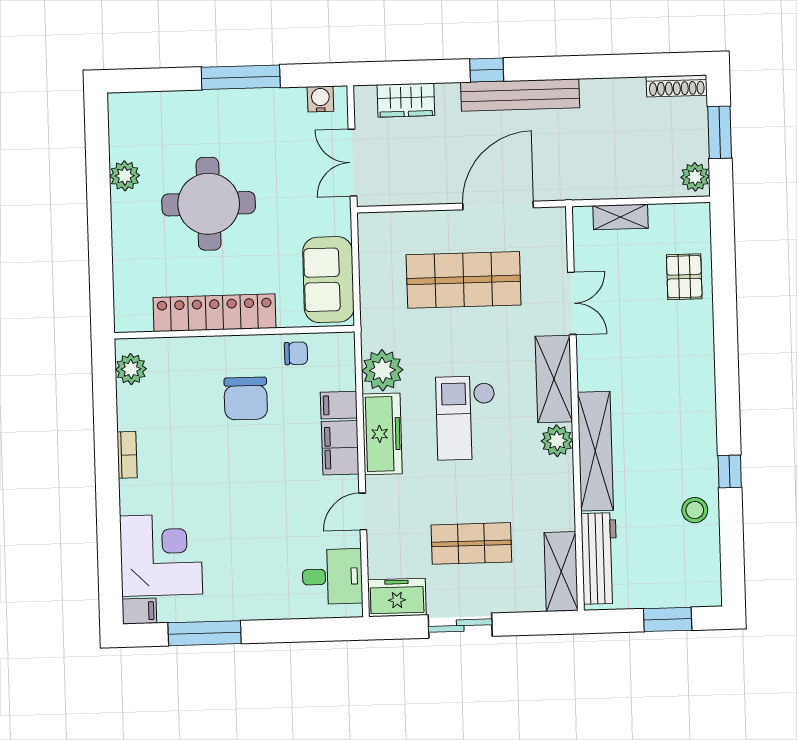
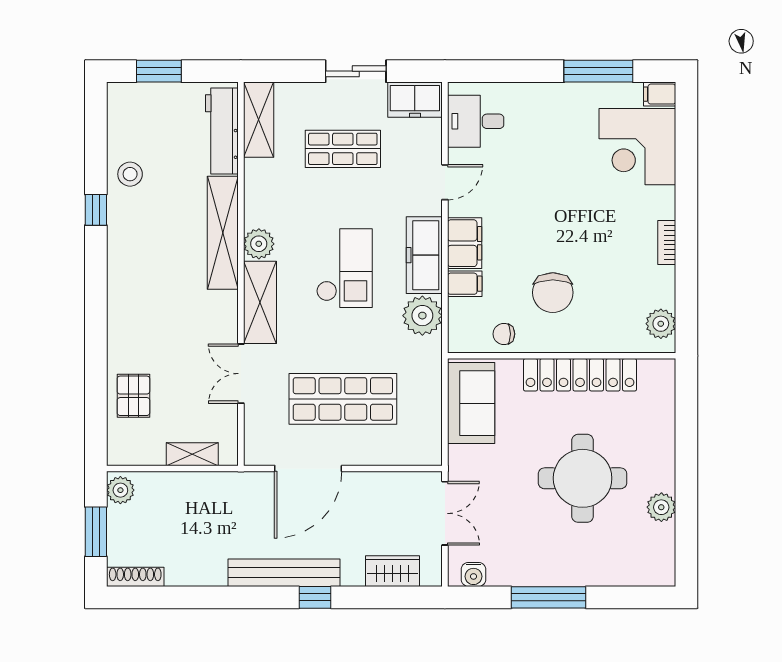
chair: (246, 398) -> (553, 293), turned 180

